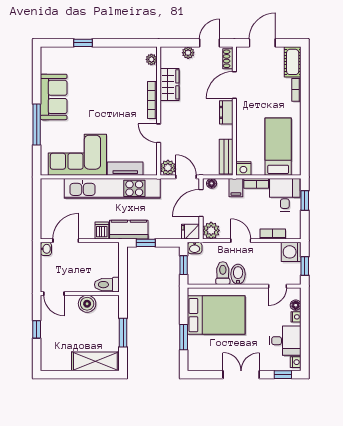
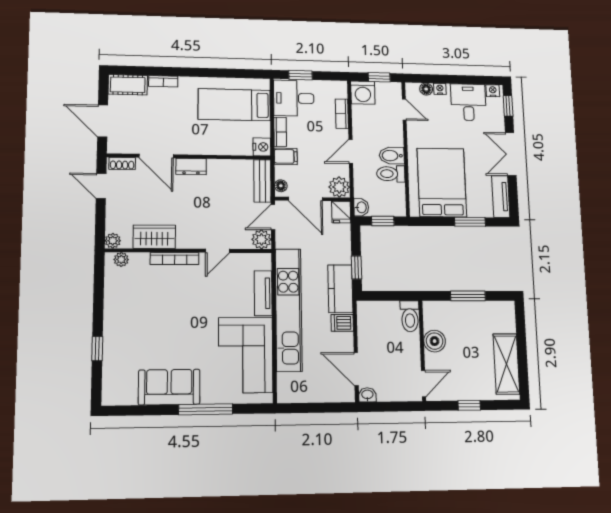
plant: (188, 53) -> (113, 241), moved
bench: (226, 157) -> (262, 181), moved, turned 90
shelving: (95, 361) -> (506, 364), moved
tv unit: (205, 364) -> (501, 197), added

